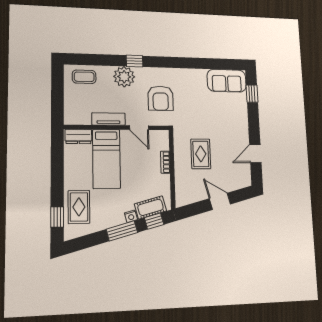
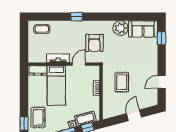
plant: (124, 77) -> (120, 28), moved
door: (139, 128) -> (79, 64), swing flipped
door: (220, 201) -> (134, 115), hinge flipped

